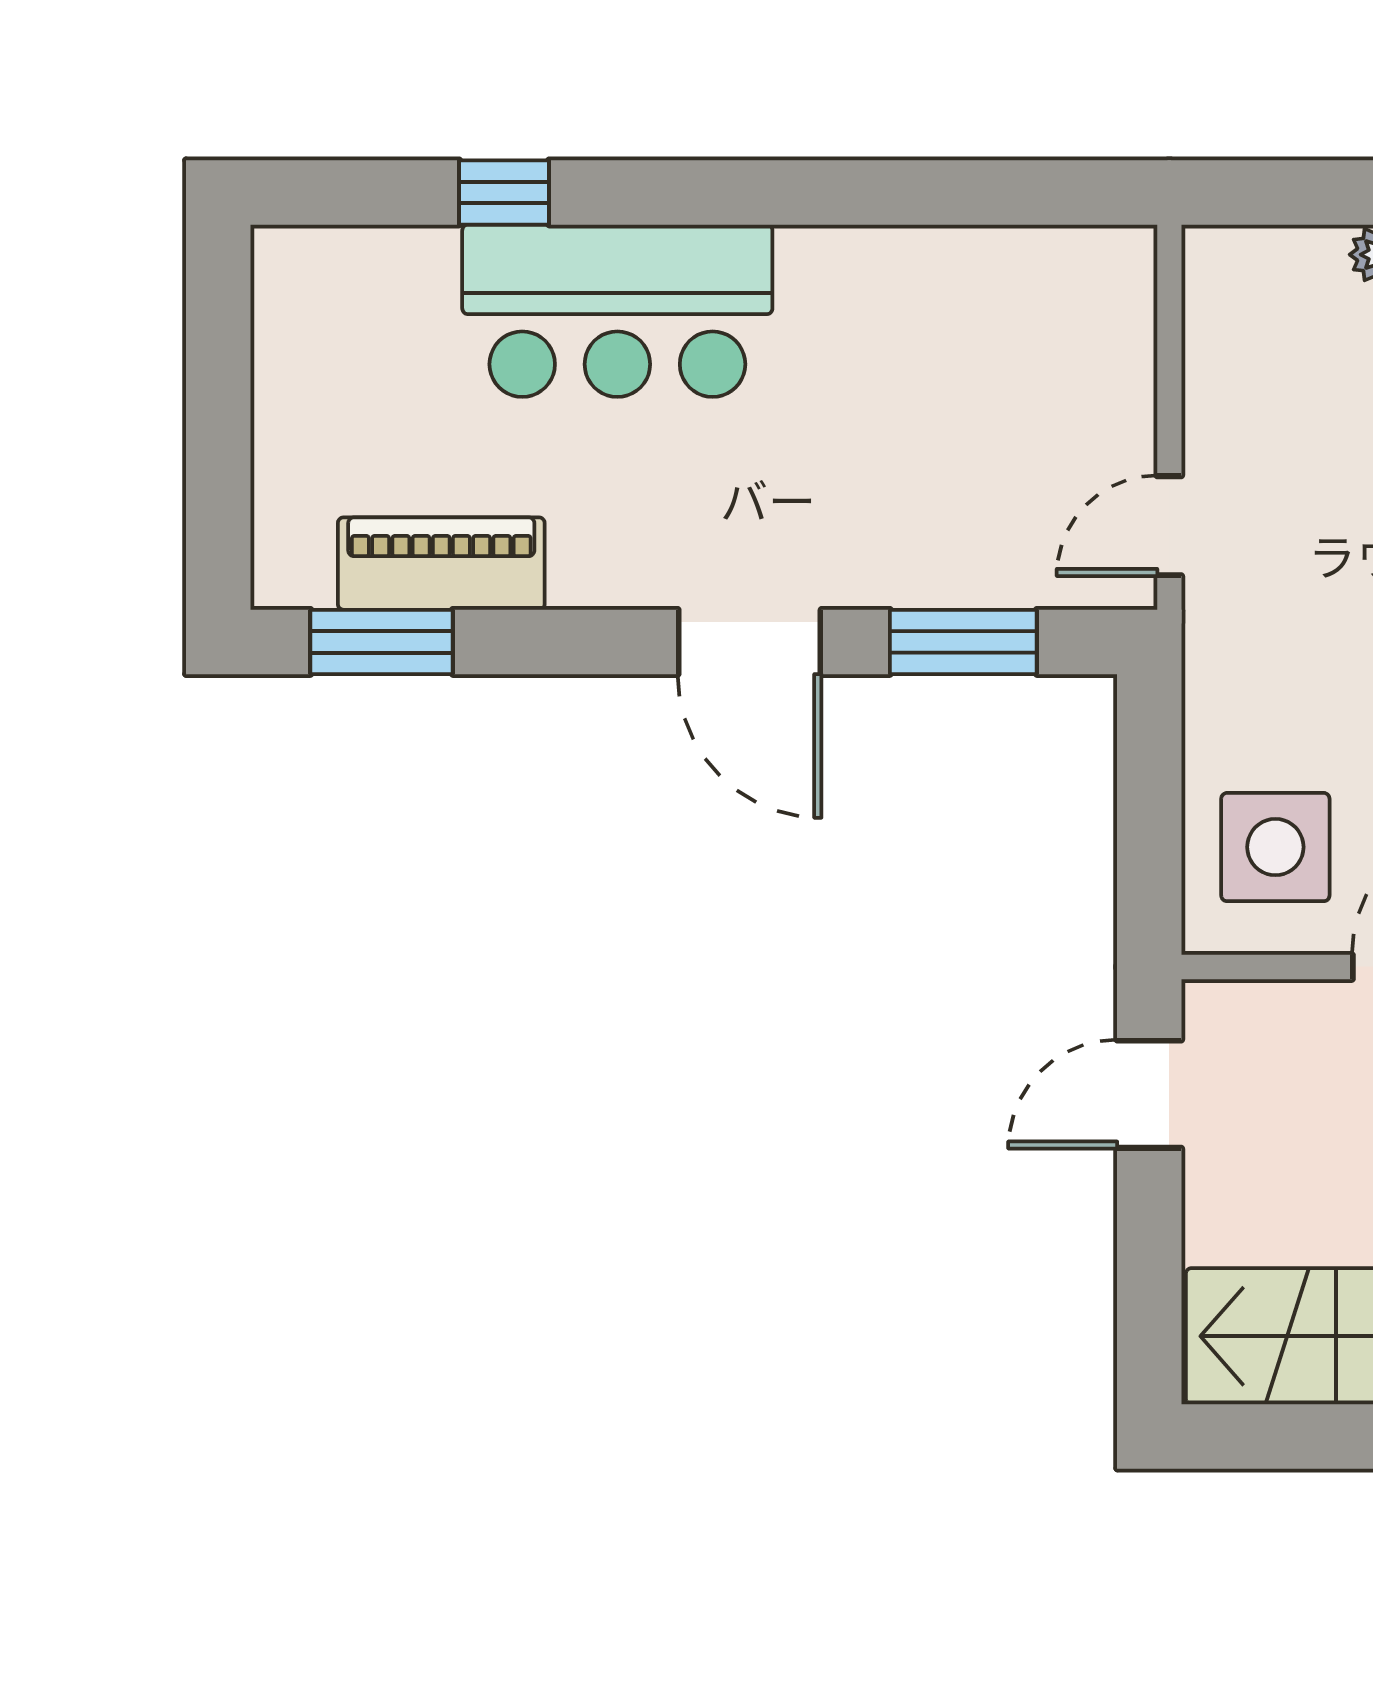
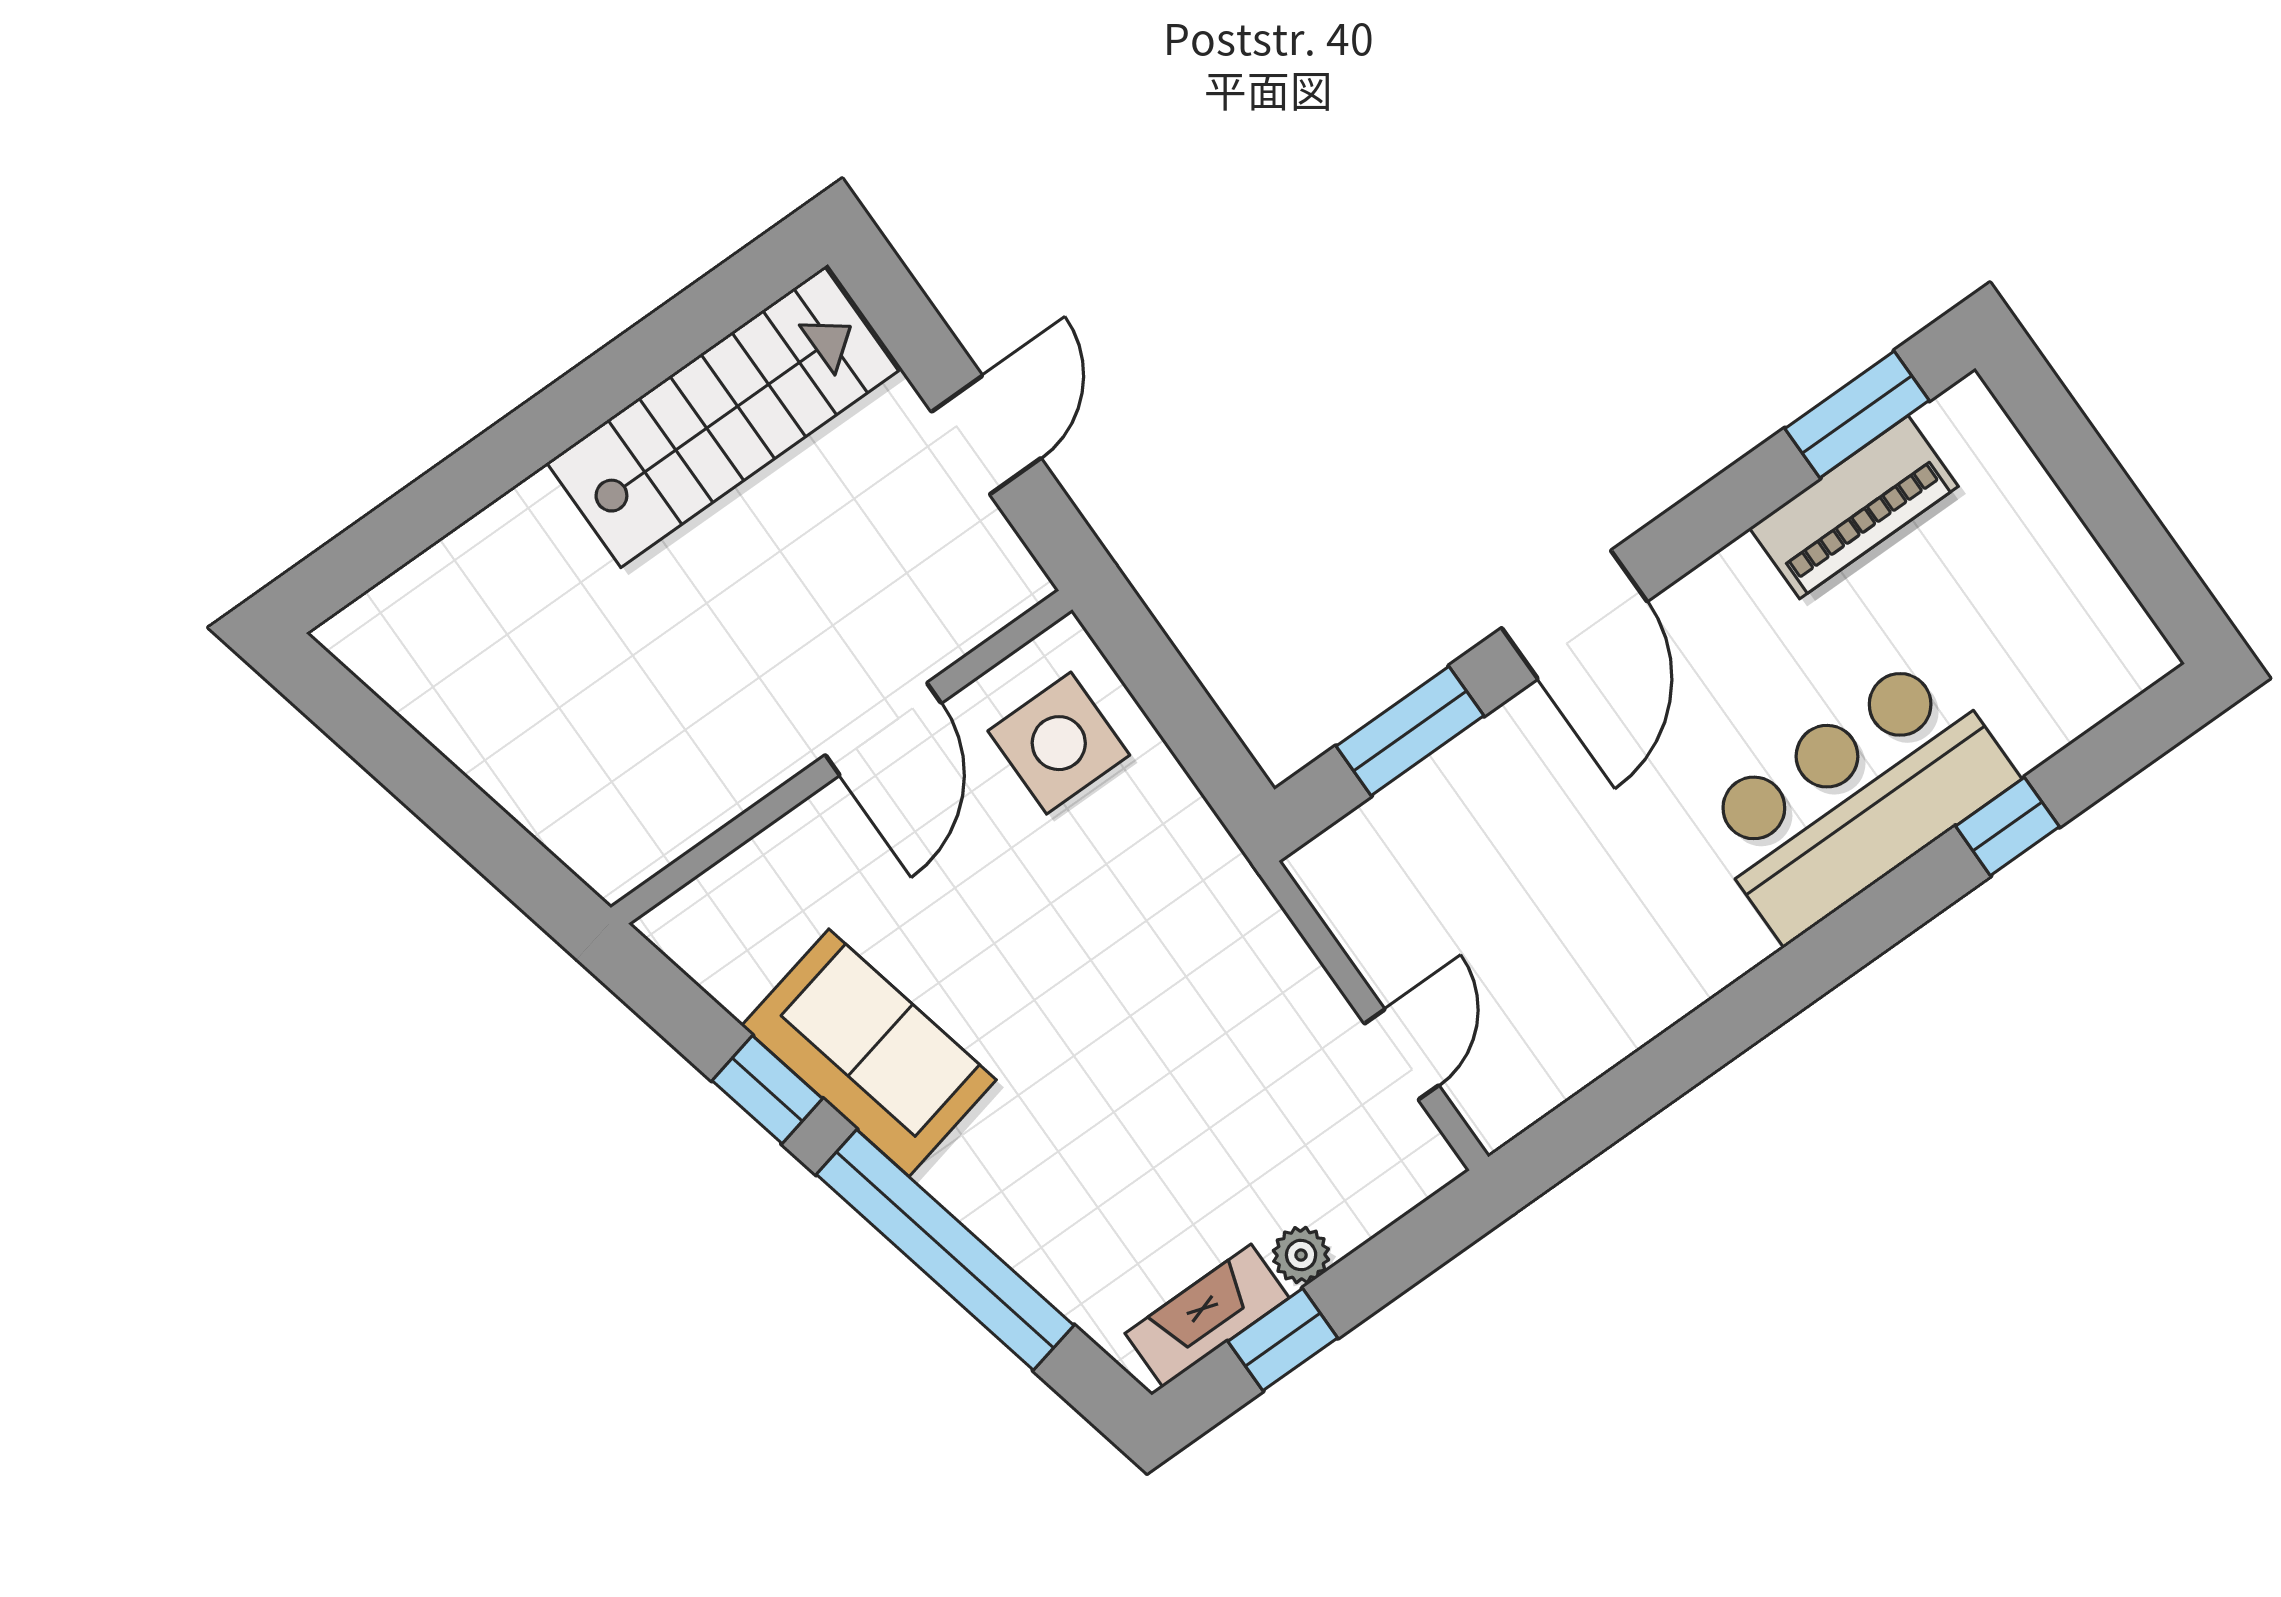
door: (1169, 526) -> (1402, 1055), moved
door: (750, 642) -> (1574, 615), swing flipped
door: (1149, 1094) -> (986, 435), moved

